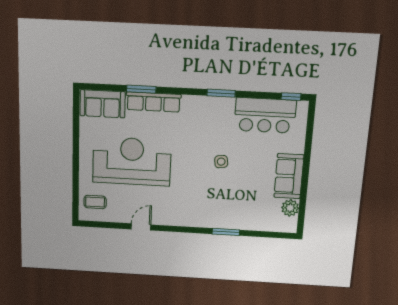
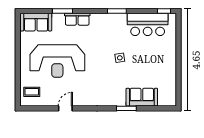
row of seats: (153, 102) -> (77, 19), width x0.68
reception desk: (132, 161) -> (57, 61), turned 180
sofa: (289, 176) -> (142, 97), moved, turned 90
plant: (290, 208) -> (170, 88), removed

